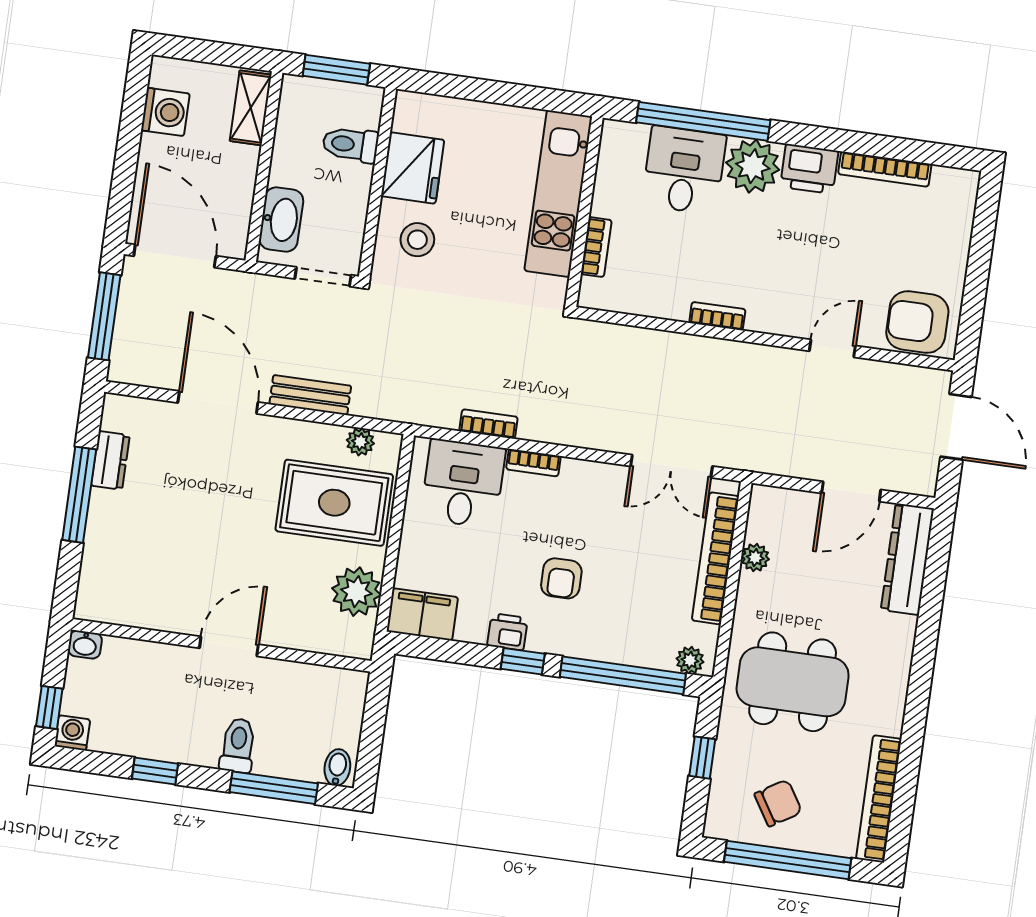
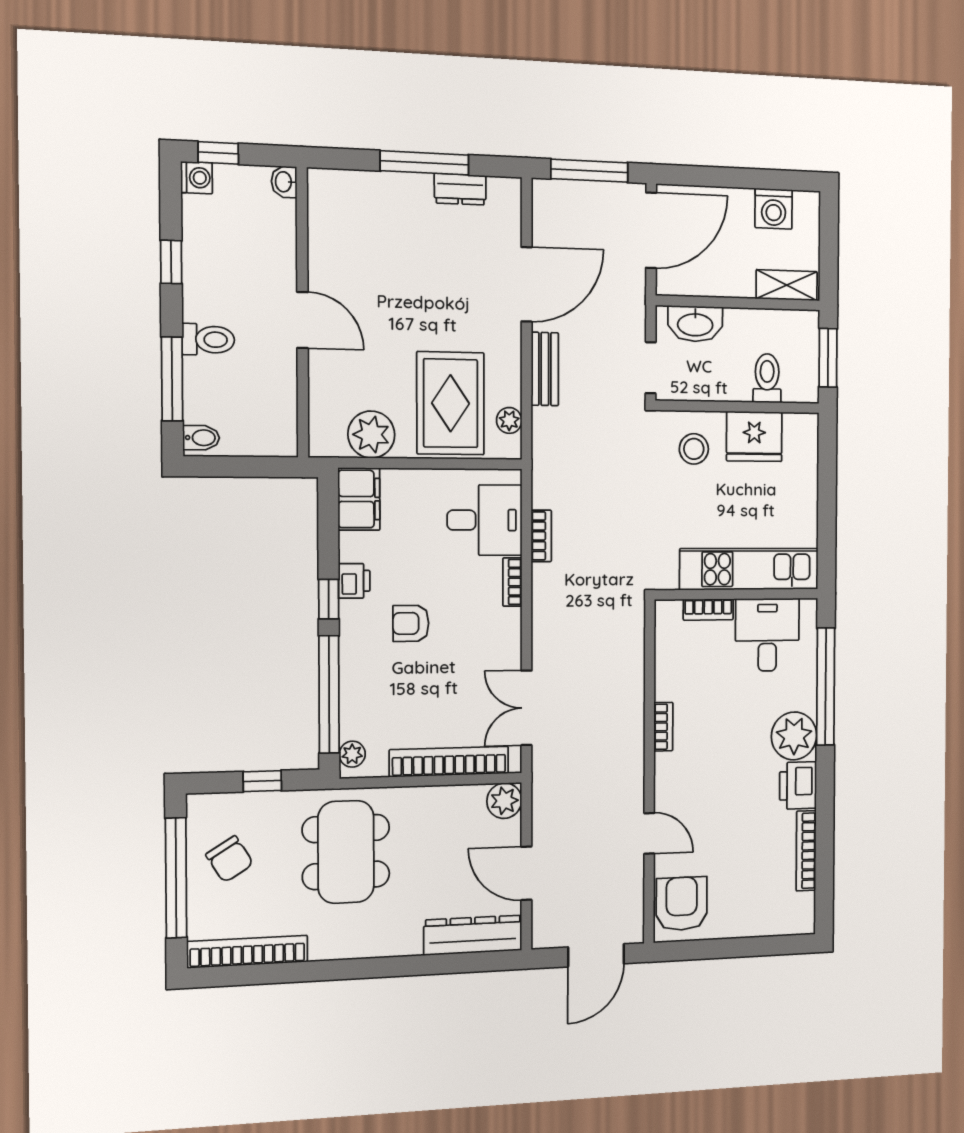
desk: (684, 170) -> (767, 635), moved, turned -90
plant: (755, 558) -> (504, 801), moved, width x1.38, depth x1.38

